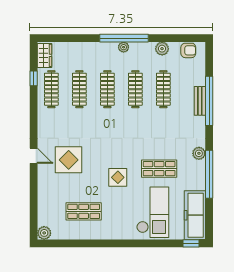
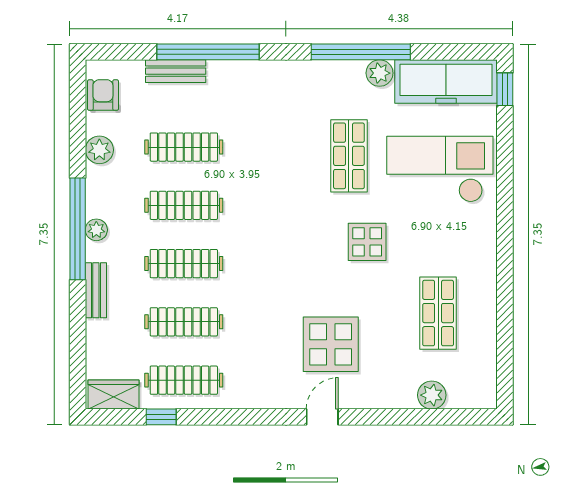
bench: (95, 47) -> (96, 290), added
bench: (200, 101) -> (176, 71), moved
plant: (199, 153) -> (380, 73), moved
plant: (44, 233) -> (432, 395), moved

